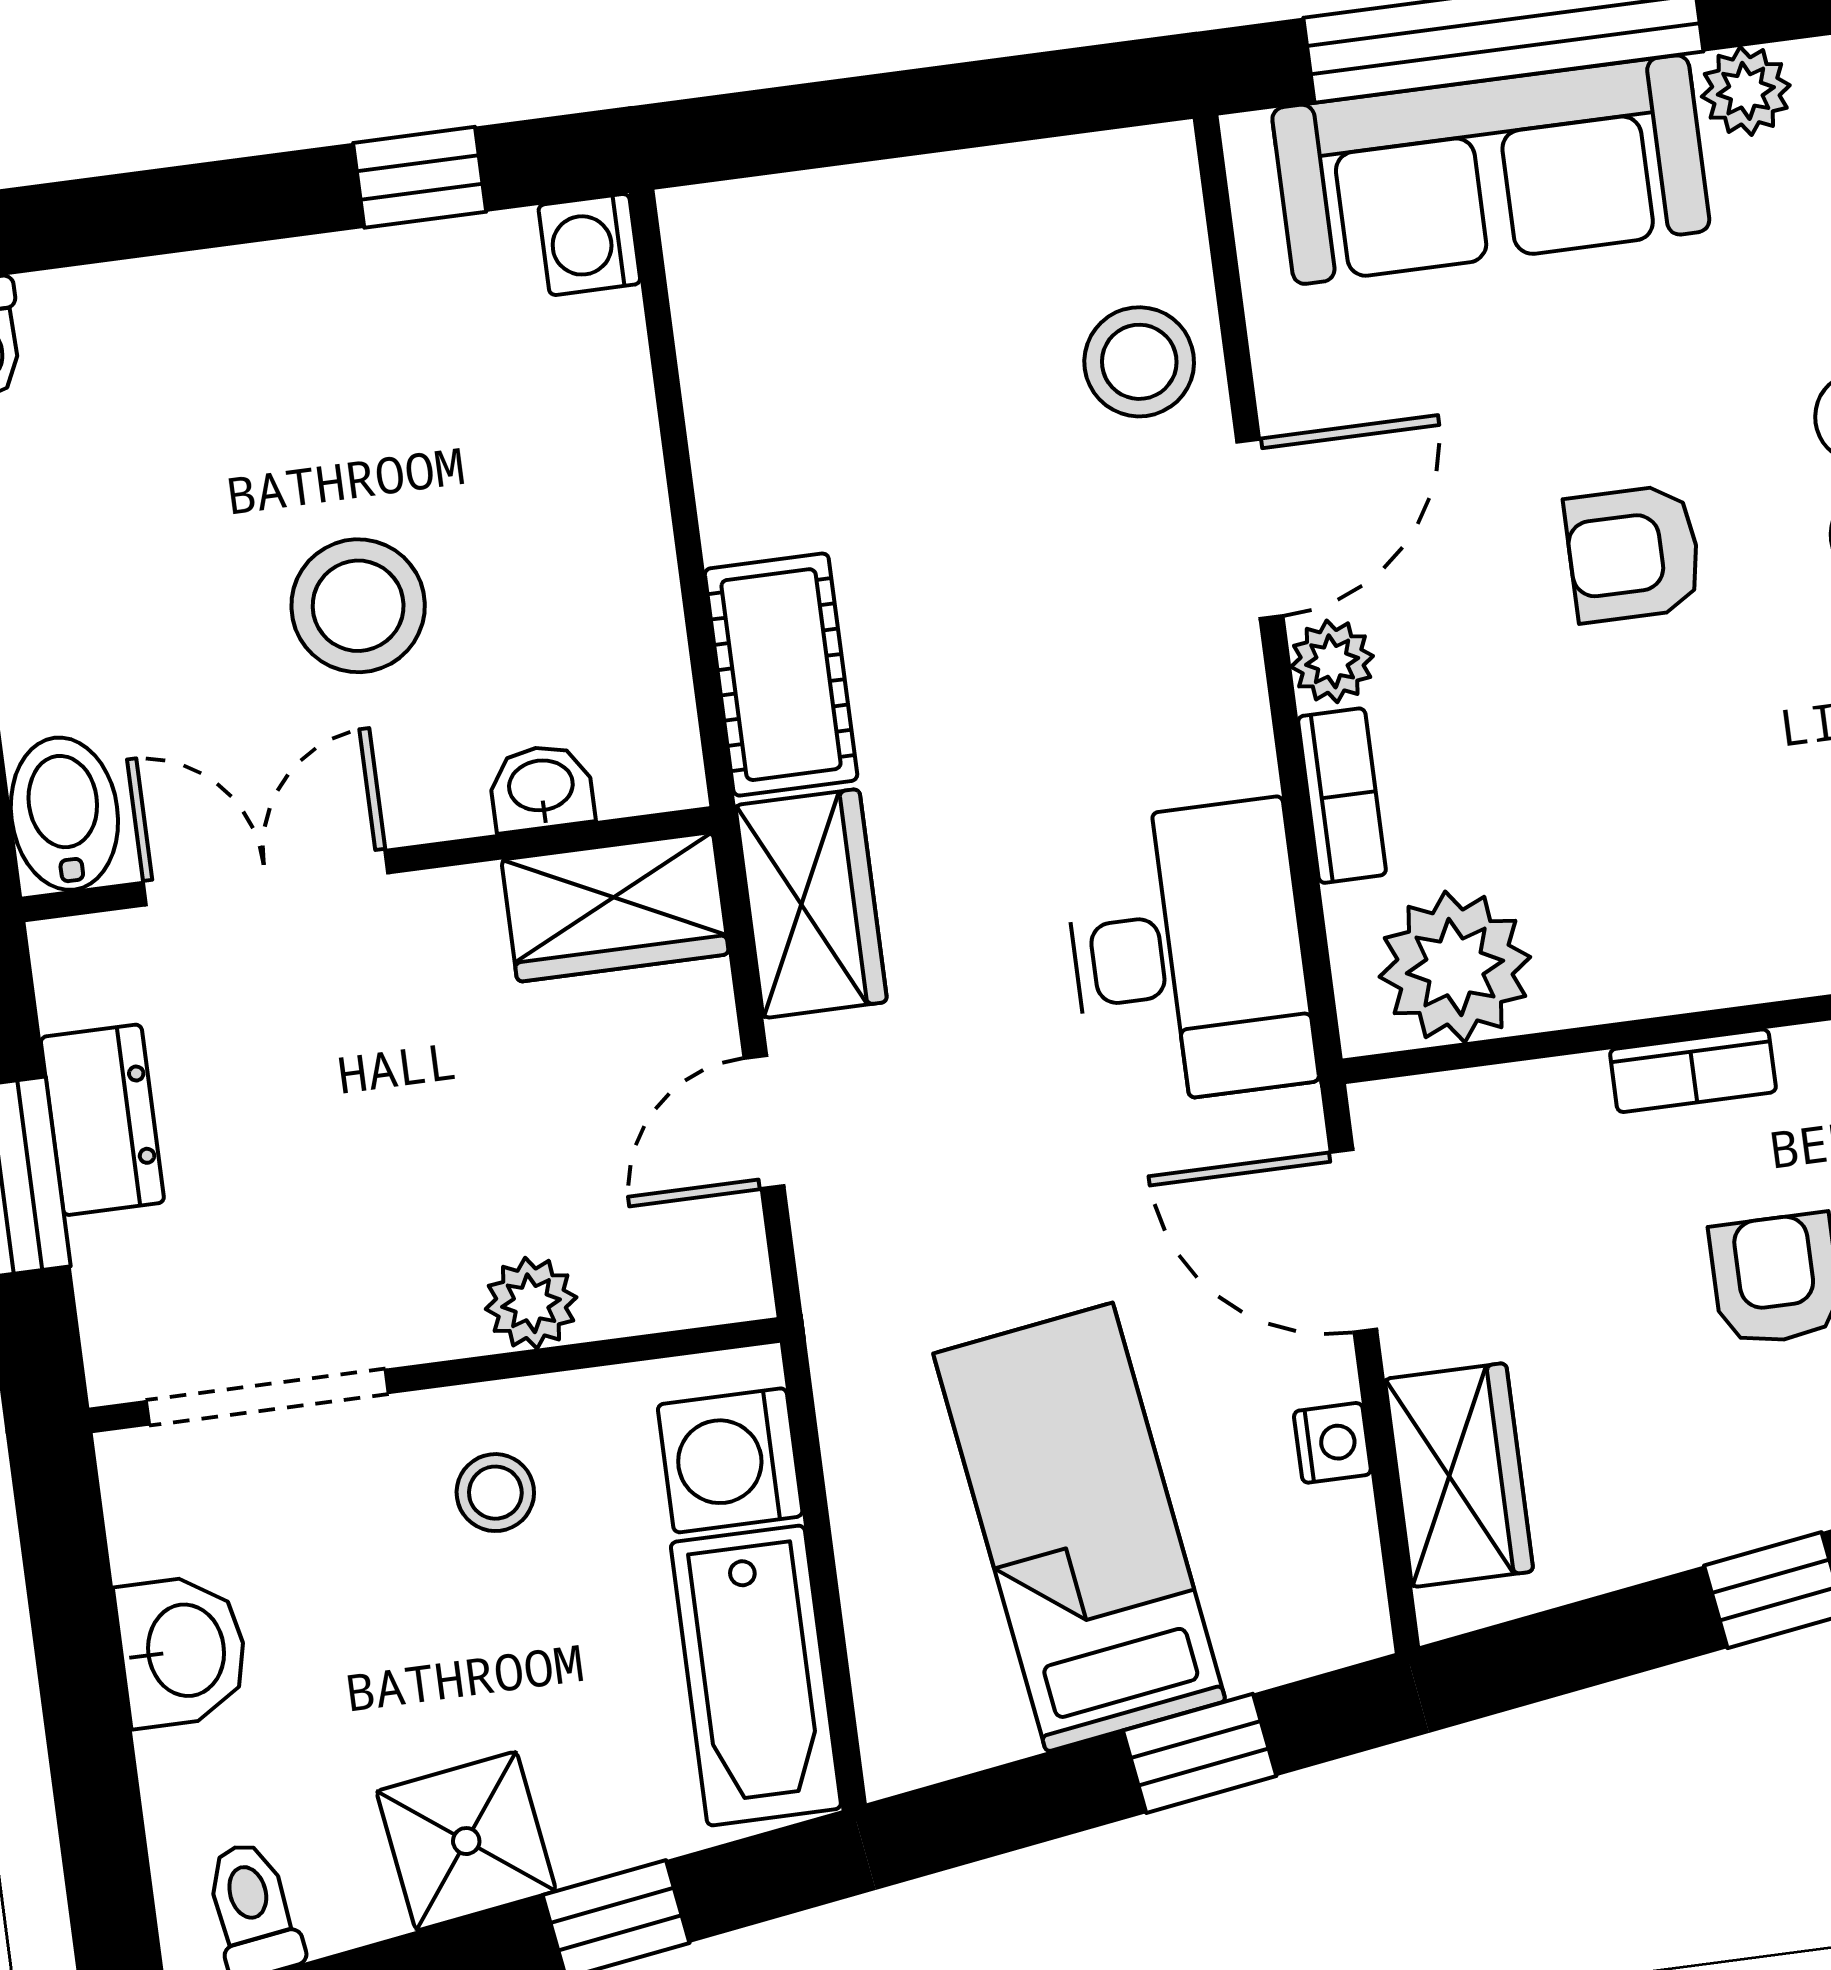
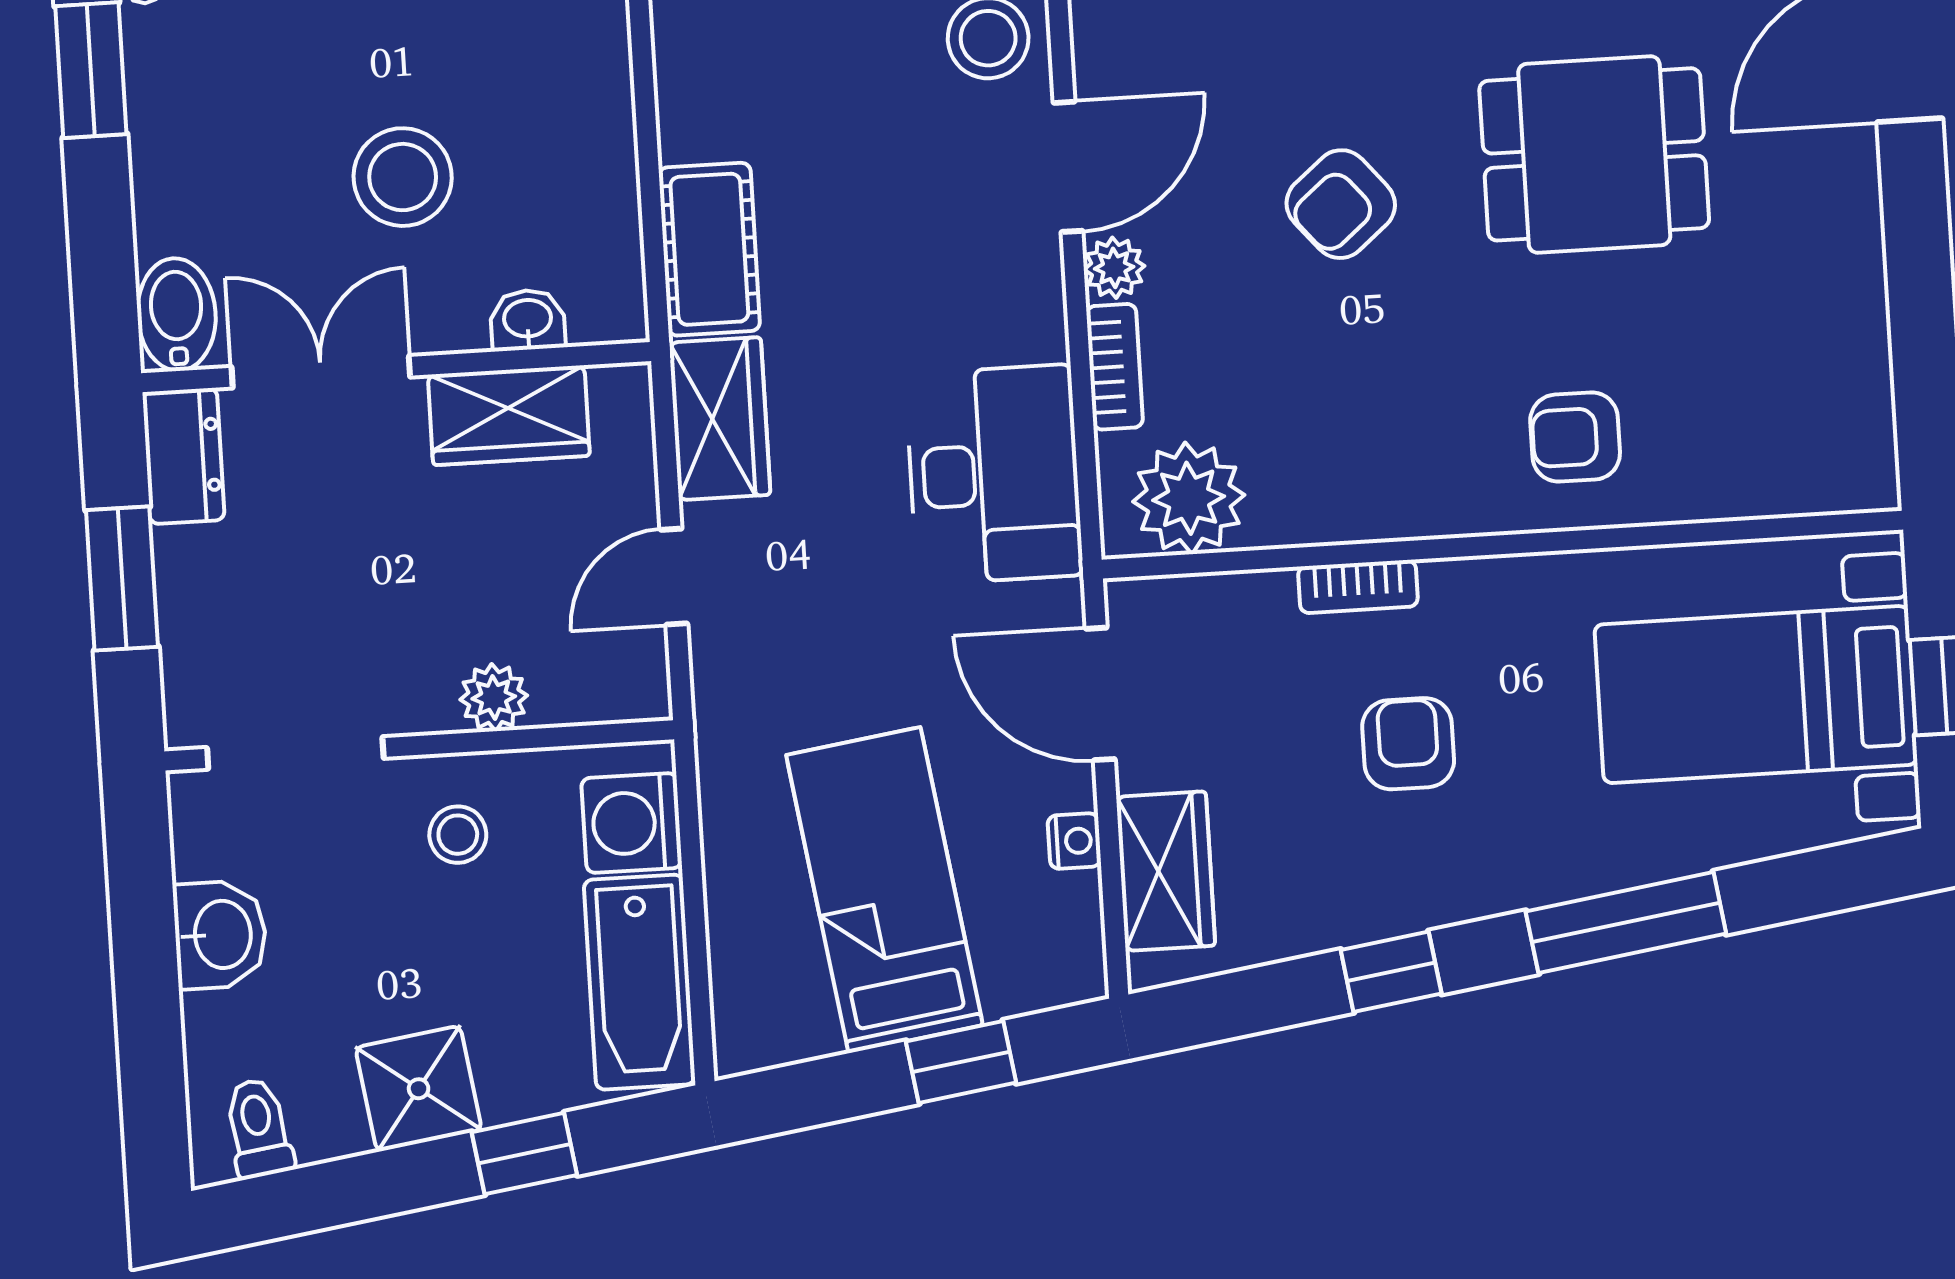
armchair: (1633, 553) -> (1341, 204), turned -40
wardrobe: (615, 907) -> (509, 415), moved
dresser: (102, 1120) -> (183, 456), moved

